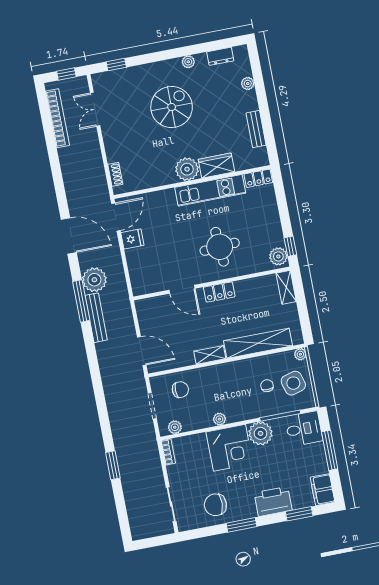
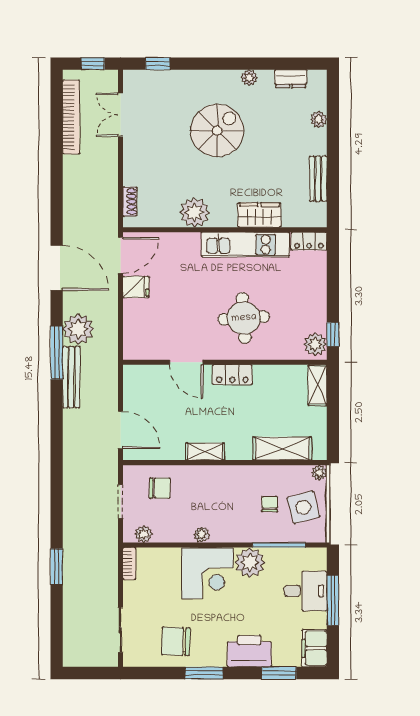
plant: (187, 169) -> (194, 212), moved
shelving: (258, 343) -> (282, 449), width x0.68
desk: (304, 429) -> (305, 591), moved

